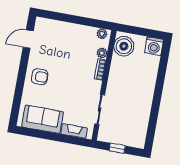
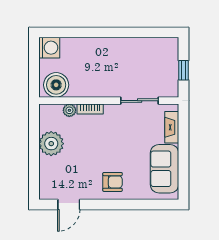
plant: (102, 34) -> (51, 144), moved, width x1.87, depth x1.87
door: (28, 39) -> (69, 204), hinge flipped
armchair: (40, 77) -> (113, 182), turned 90

